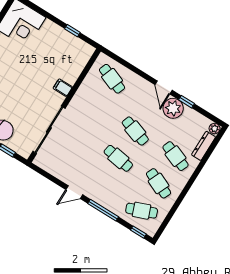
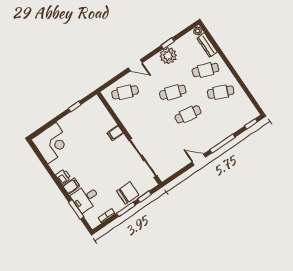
door: (164, 87) -> (135, 65), moved
door: (74, 192) -> (199, 160), swing flipped
cafe table: (142, 211) -> (236, 114), removed

